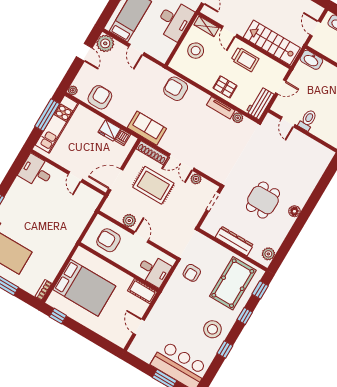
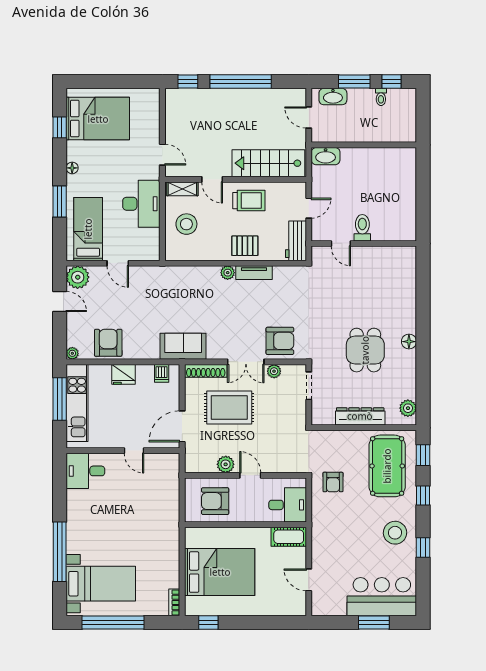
armchair: (176, 89) -> (280, 341), moved, turned 180
plant: (238, 118) -> (228, 273), moved
fridge: (109, 130) -> (123, 374), moved

